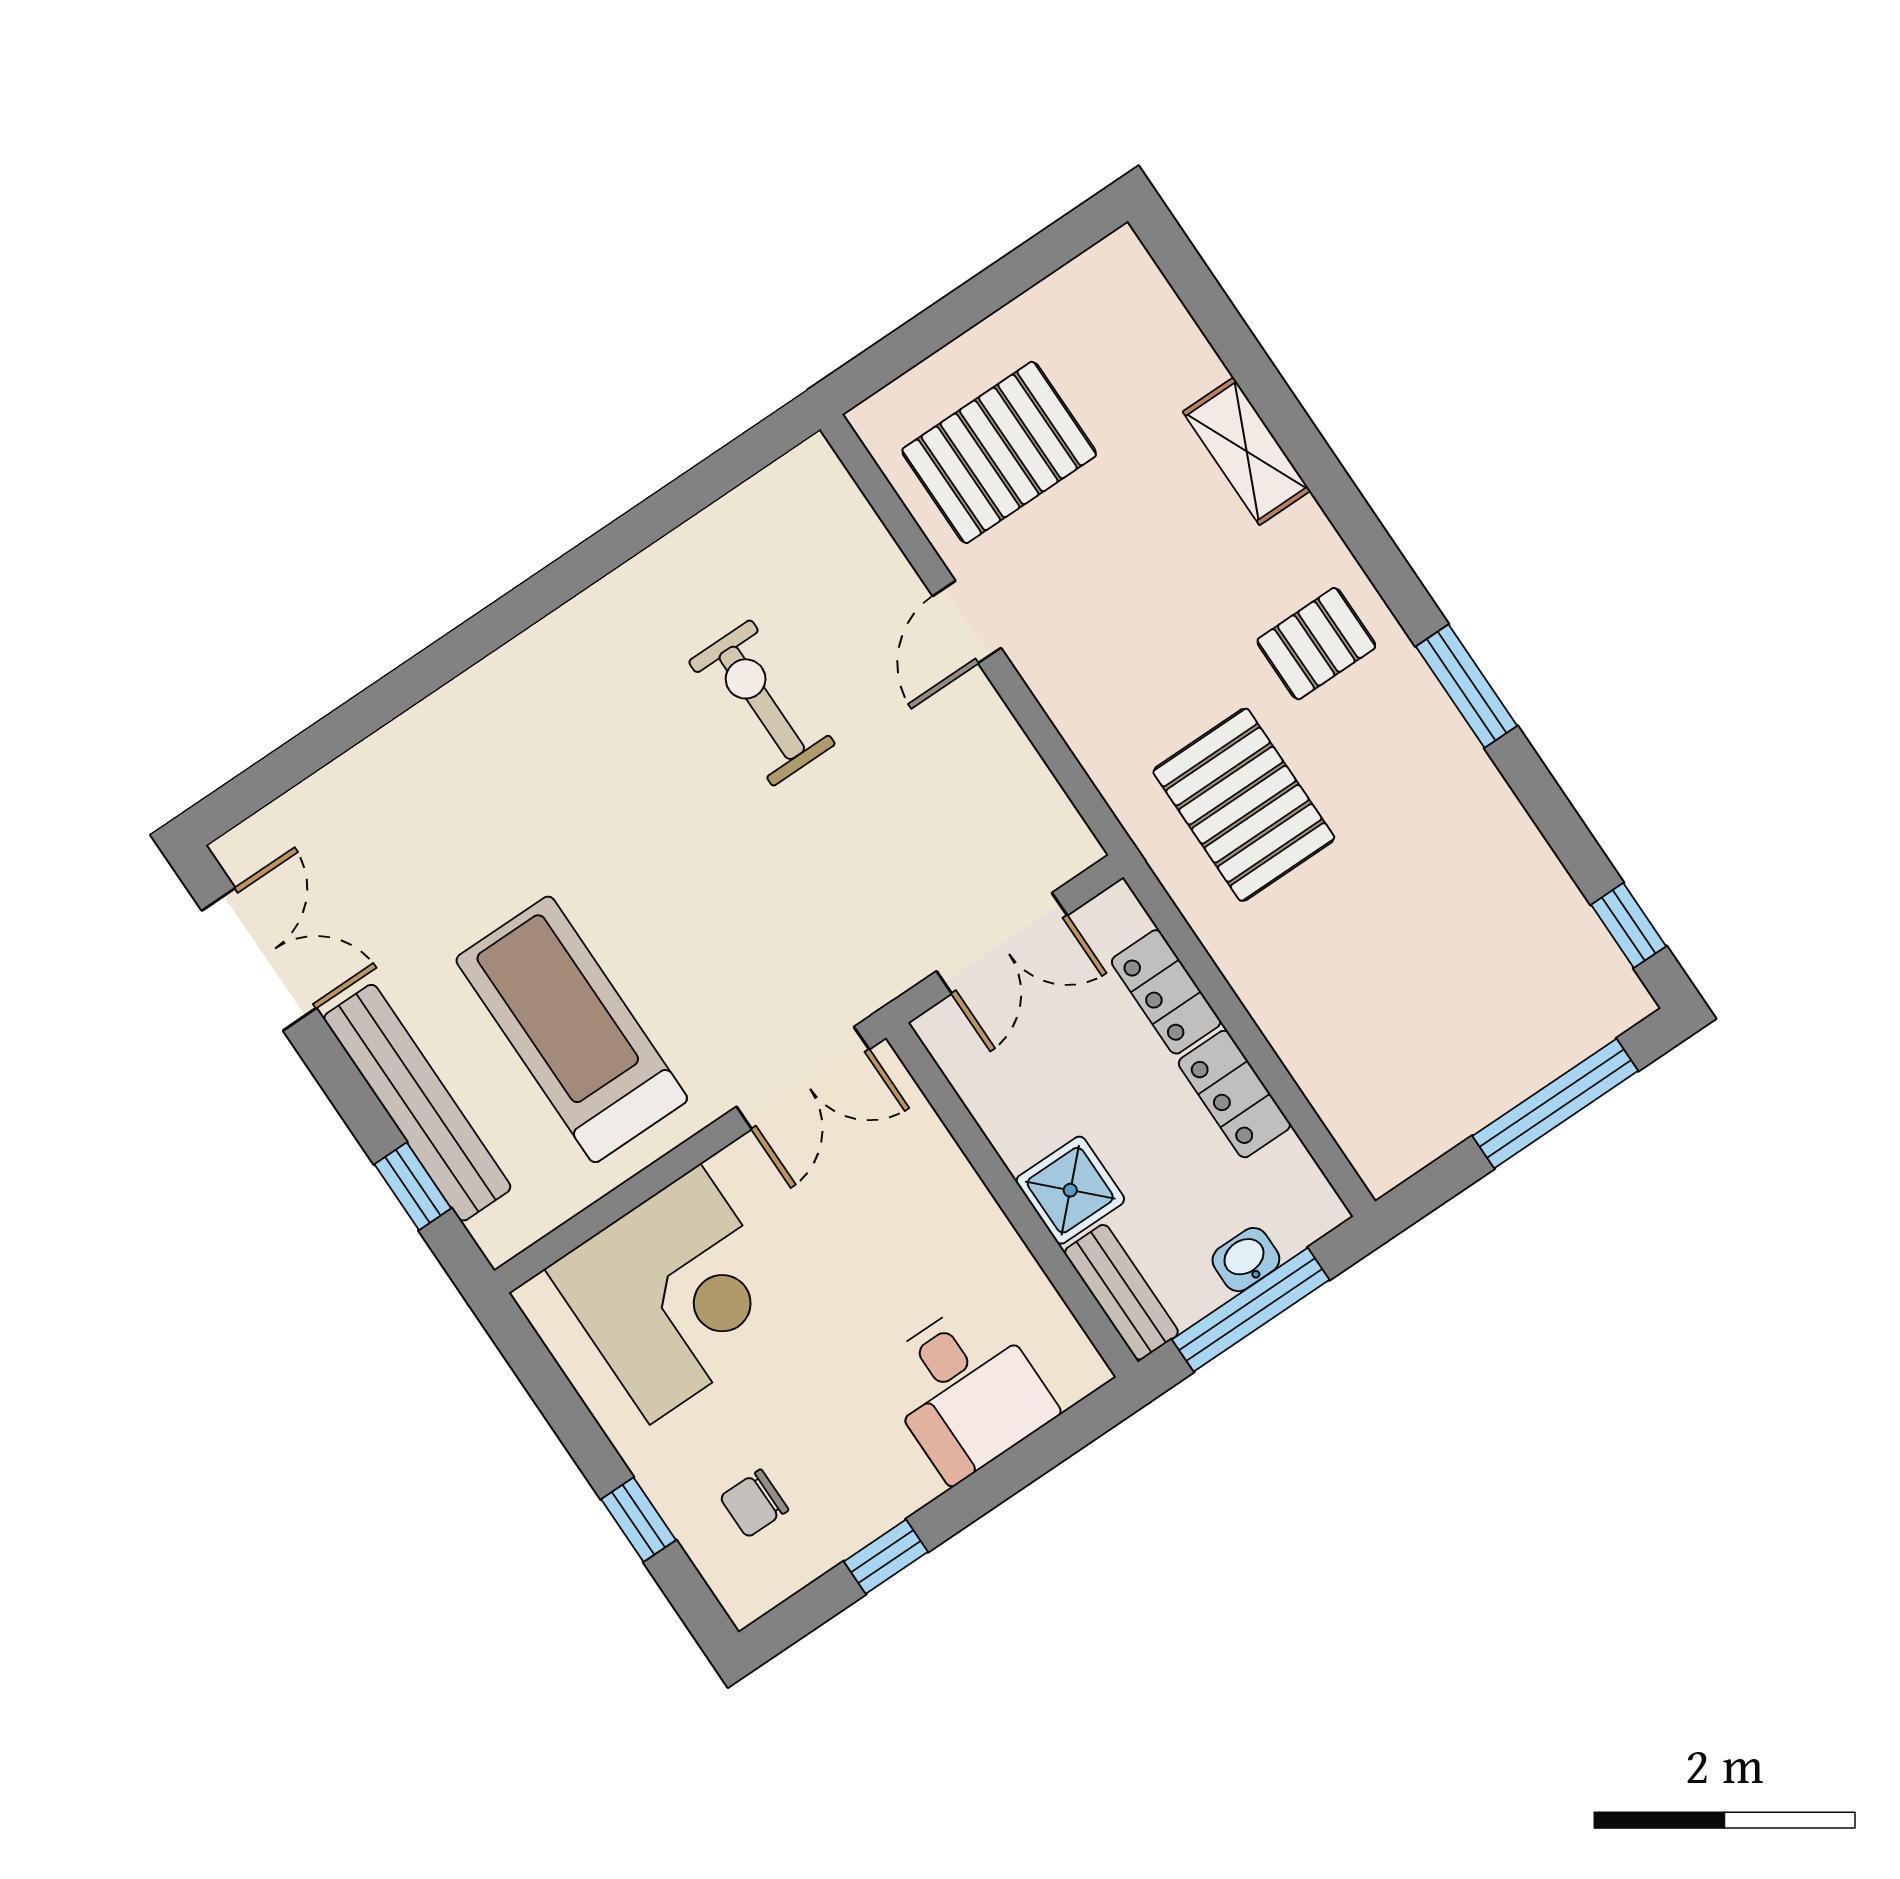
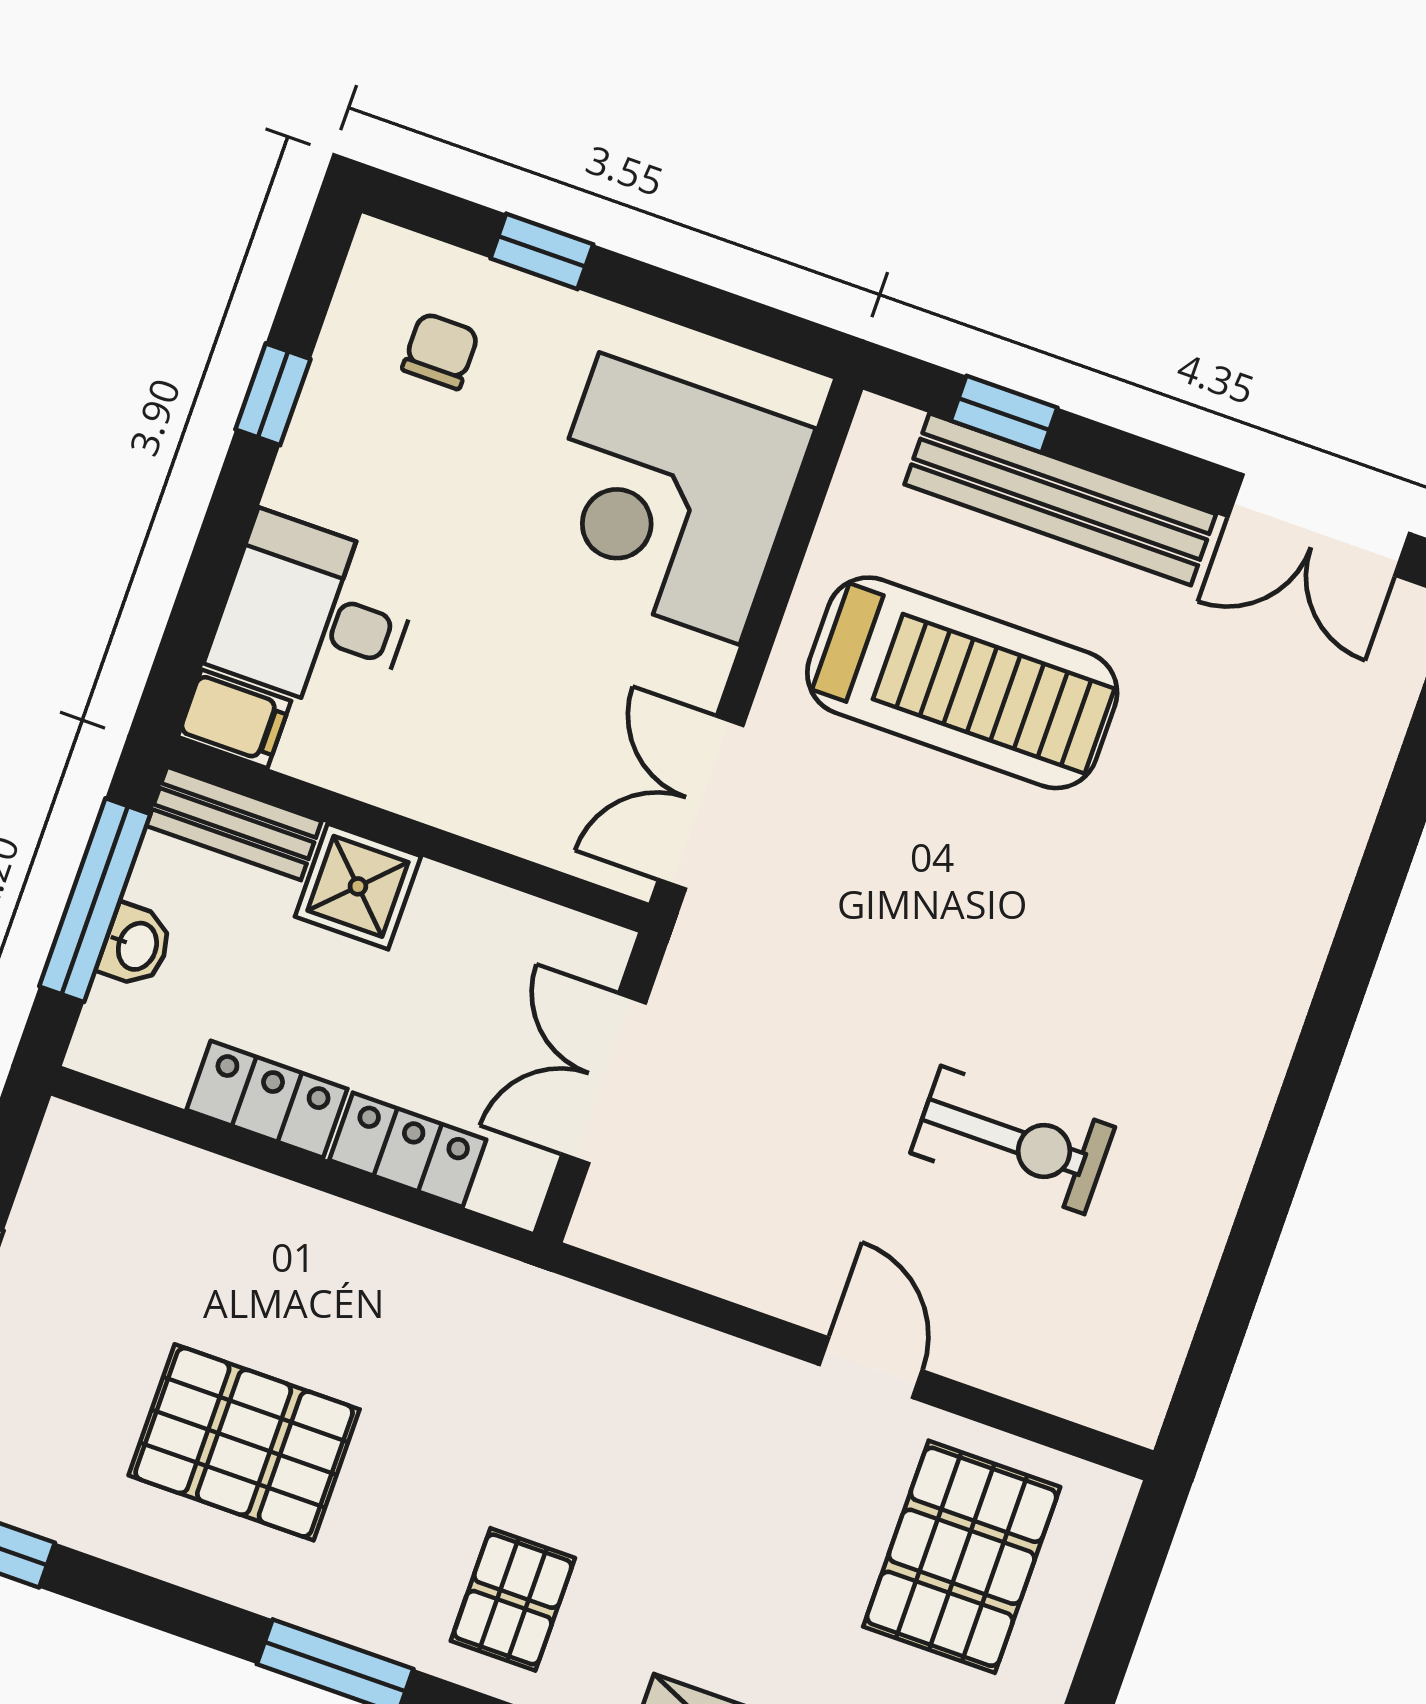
pallet: (1244, 805) -> (244, 1442), moved
filing cabinet: (1070, 1361) -> (234, 719), added

